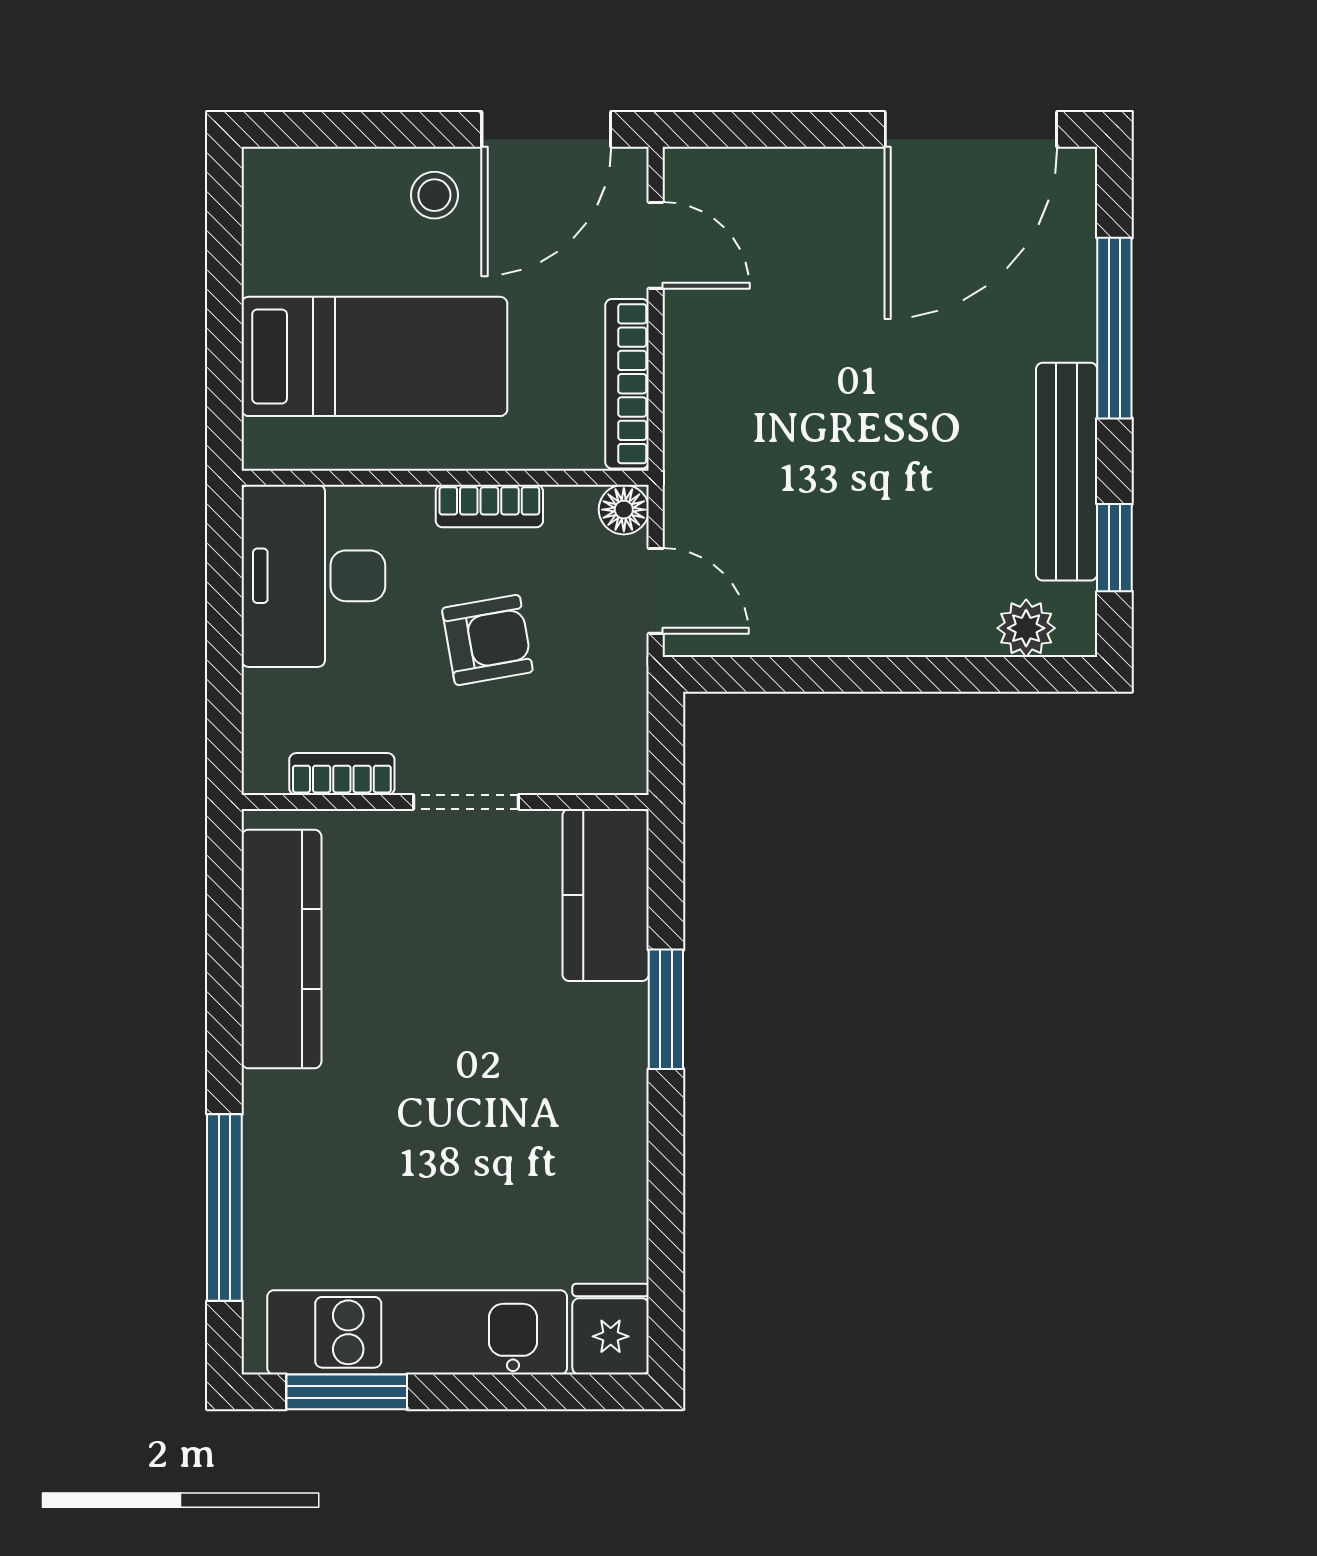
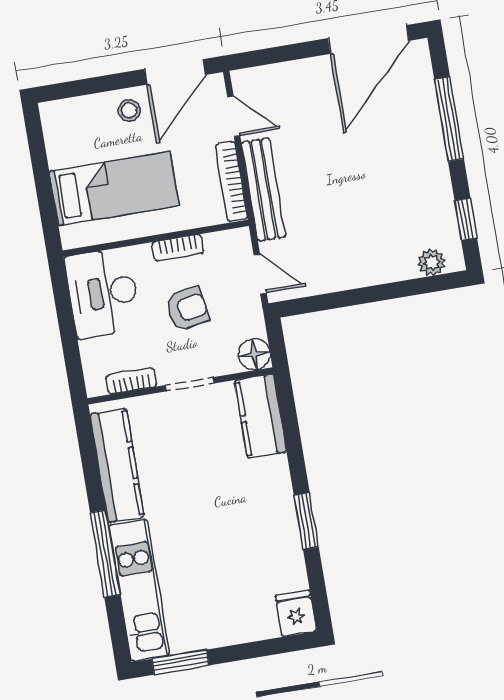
bench: (1067, 472) -> (264, 189), moved
floor lamp: (624, 510) -> (254, 354), moved, width x1.37, depth x1.37
window: (666, 1009) -> (306, 521), moved
window: (224, 1208) -> (105, 554), moved
kitchen unit: (417, 1332) -> (139, 590), moved, turned 90

